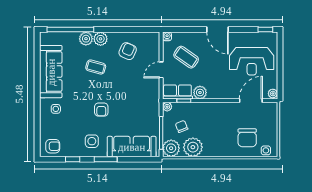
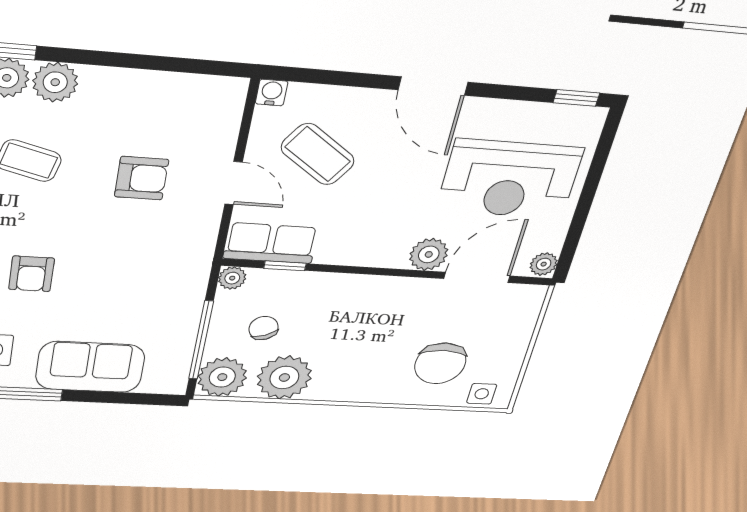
armchair: (128, 51) -> (142, 178), moved, turned 66
door: (161, 70) -> (234, 183), swing flipped
plant: (200, 93) -> (429, 254), moved
sofa: (132, 147) -> (90, 367), width x0.73

